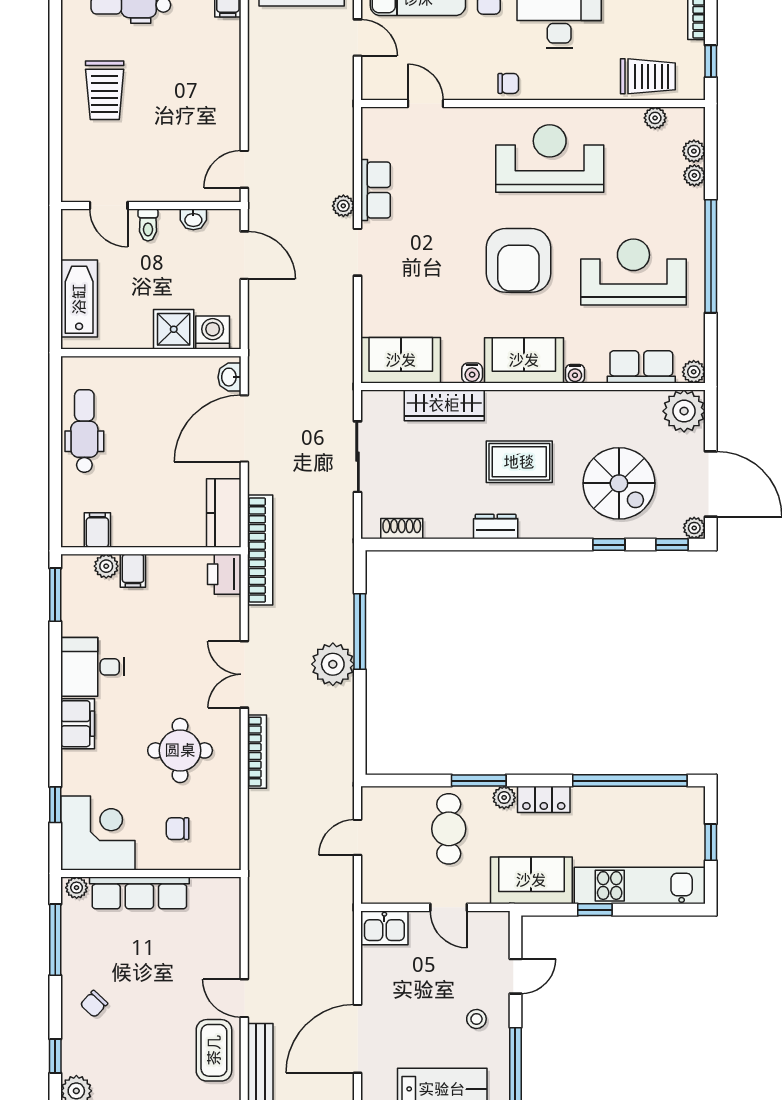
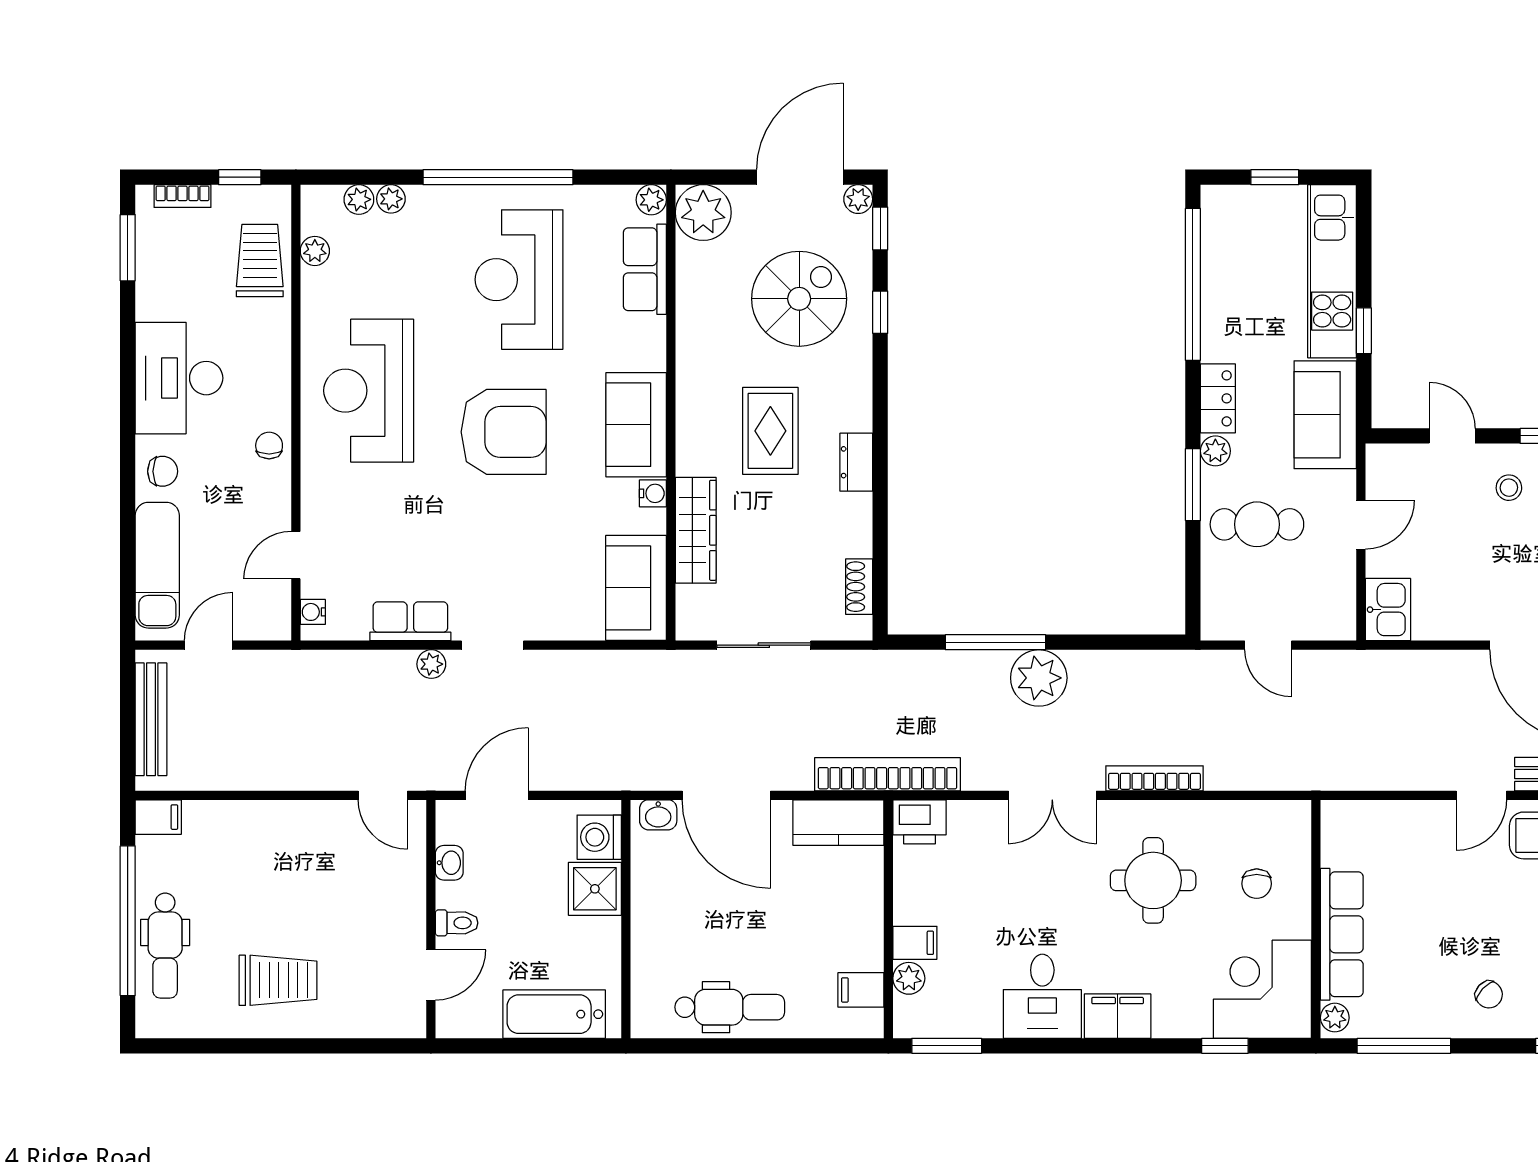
water cooler: (575, 374) -> (313, 612), moved, turned 180
dental chair: (84, 431) -> (730, 1007), turned 180

